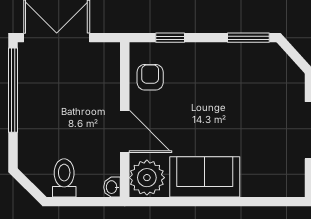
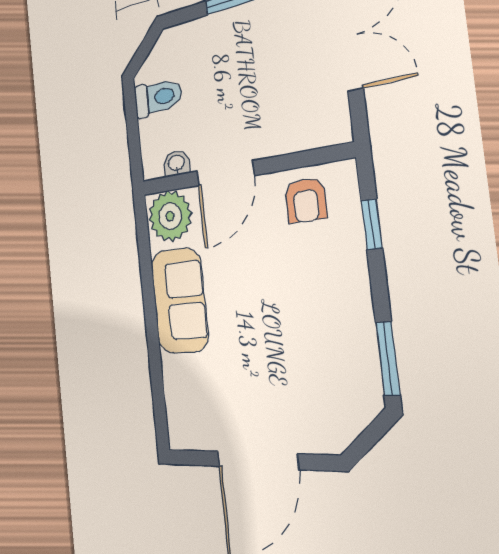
armchair: (150, 77) -> (306, 200), turned 90
washbasin: (112, 187) -> (176, 163), moved

